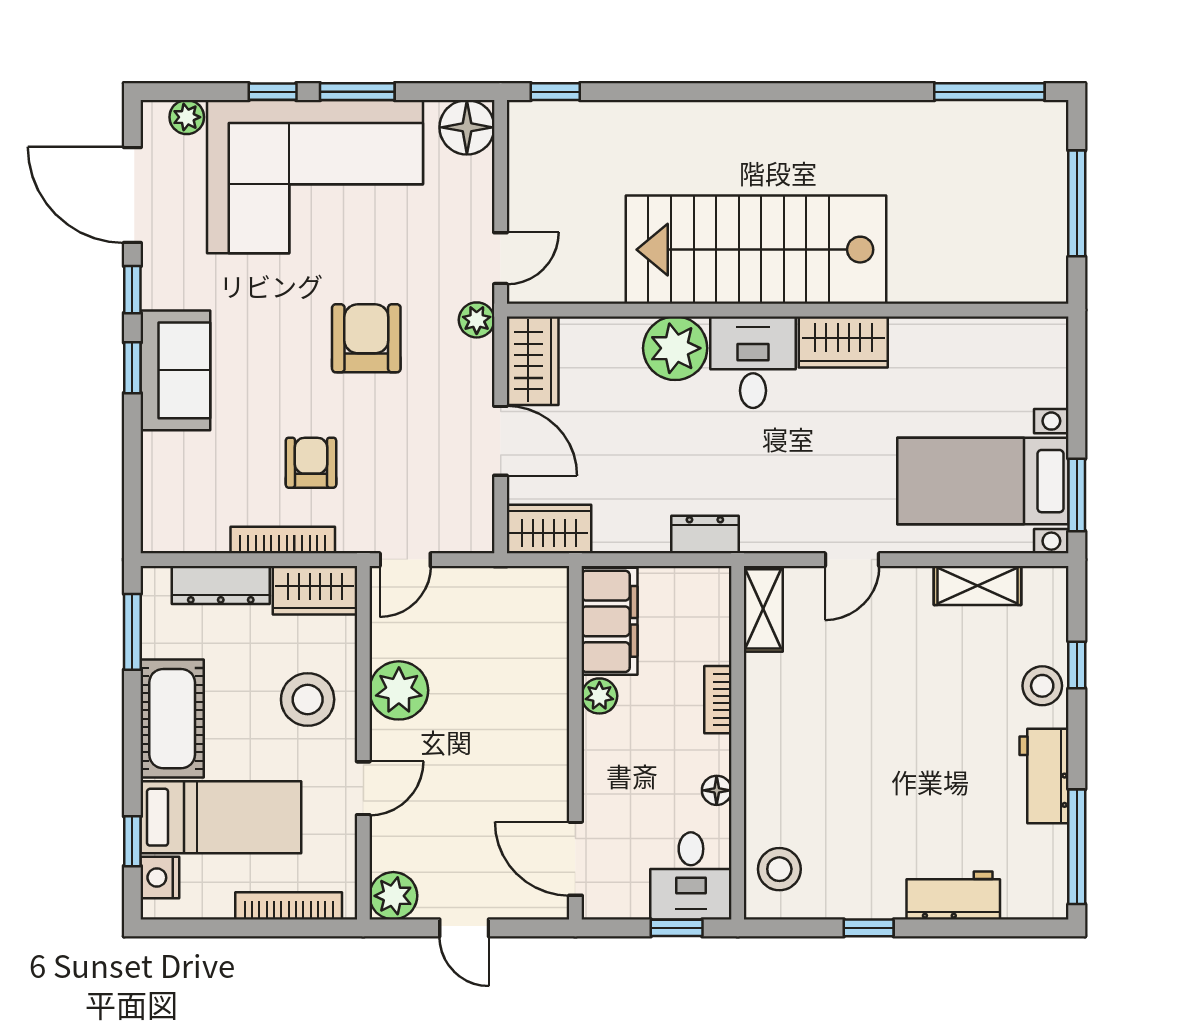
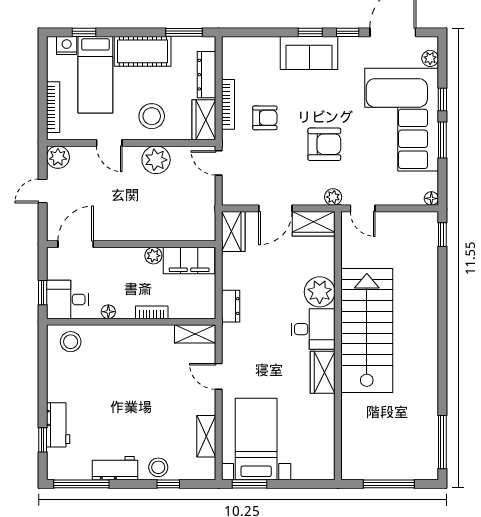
floor lamp: (467, 127) -> (431, 198), width x0.53, depth x0.53
window: (869, 928) -> (43, 440), moved

